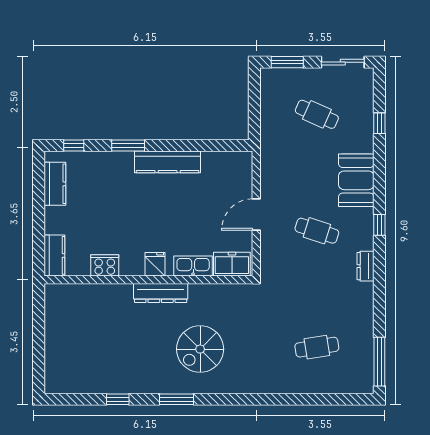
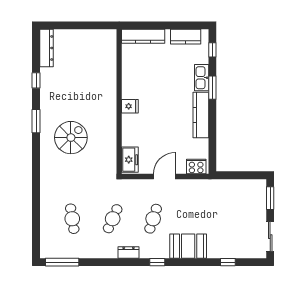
cafe table: (317, 114) -> (113, 219), moved
door: (256, 214) -> (164, 177), hinge flipped
kitchen counter: (54, 255) -> (143, 36), width x1.50
cooker: (105, 265) -> (196, 167), moved, turned -90
kitchen sink: (193, 266) -> (202, 78), moved, turned 180
dresser: (161, 293) -> (46, 48), moved, turned 180
spiral stairs: (200, 349) -> (71, 138), turned 90

